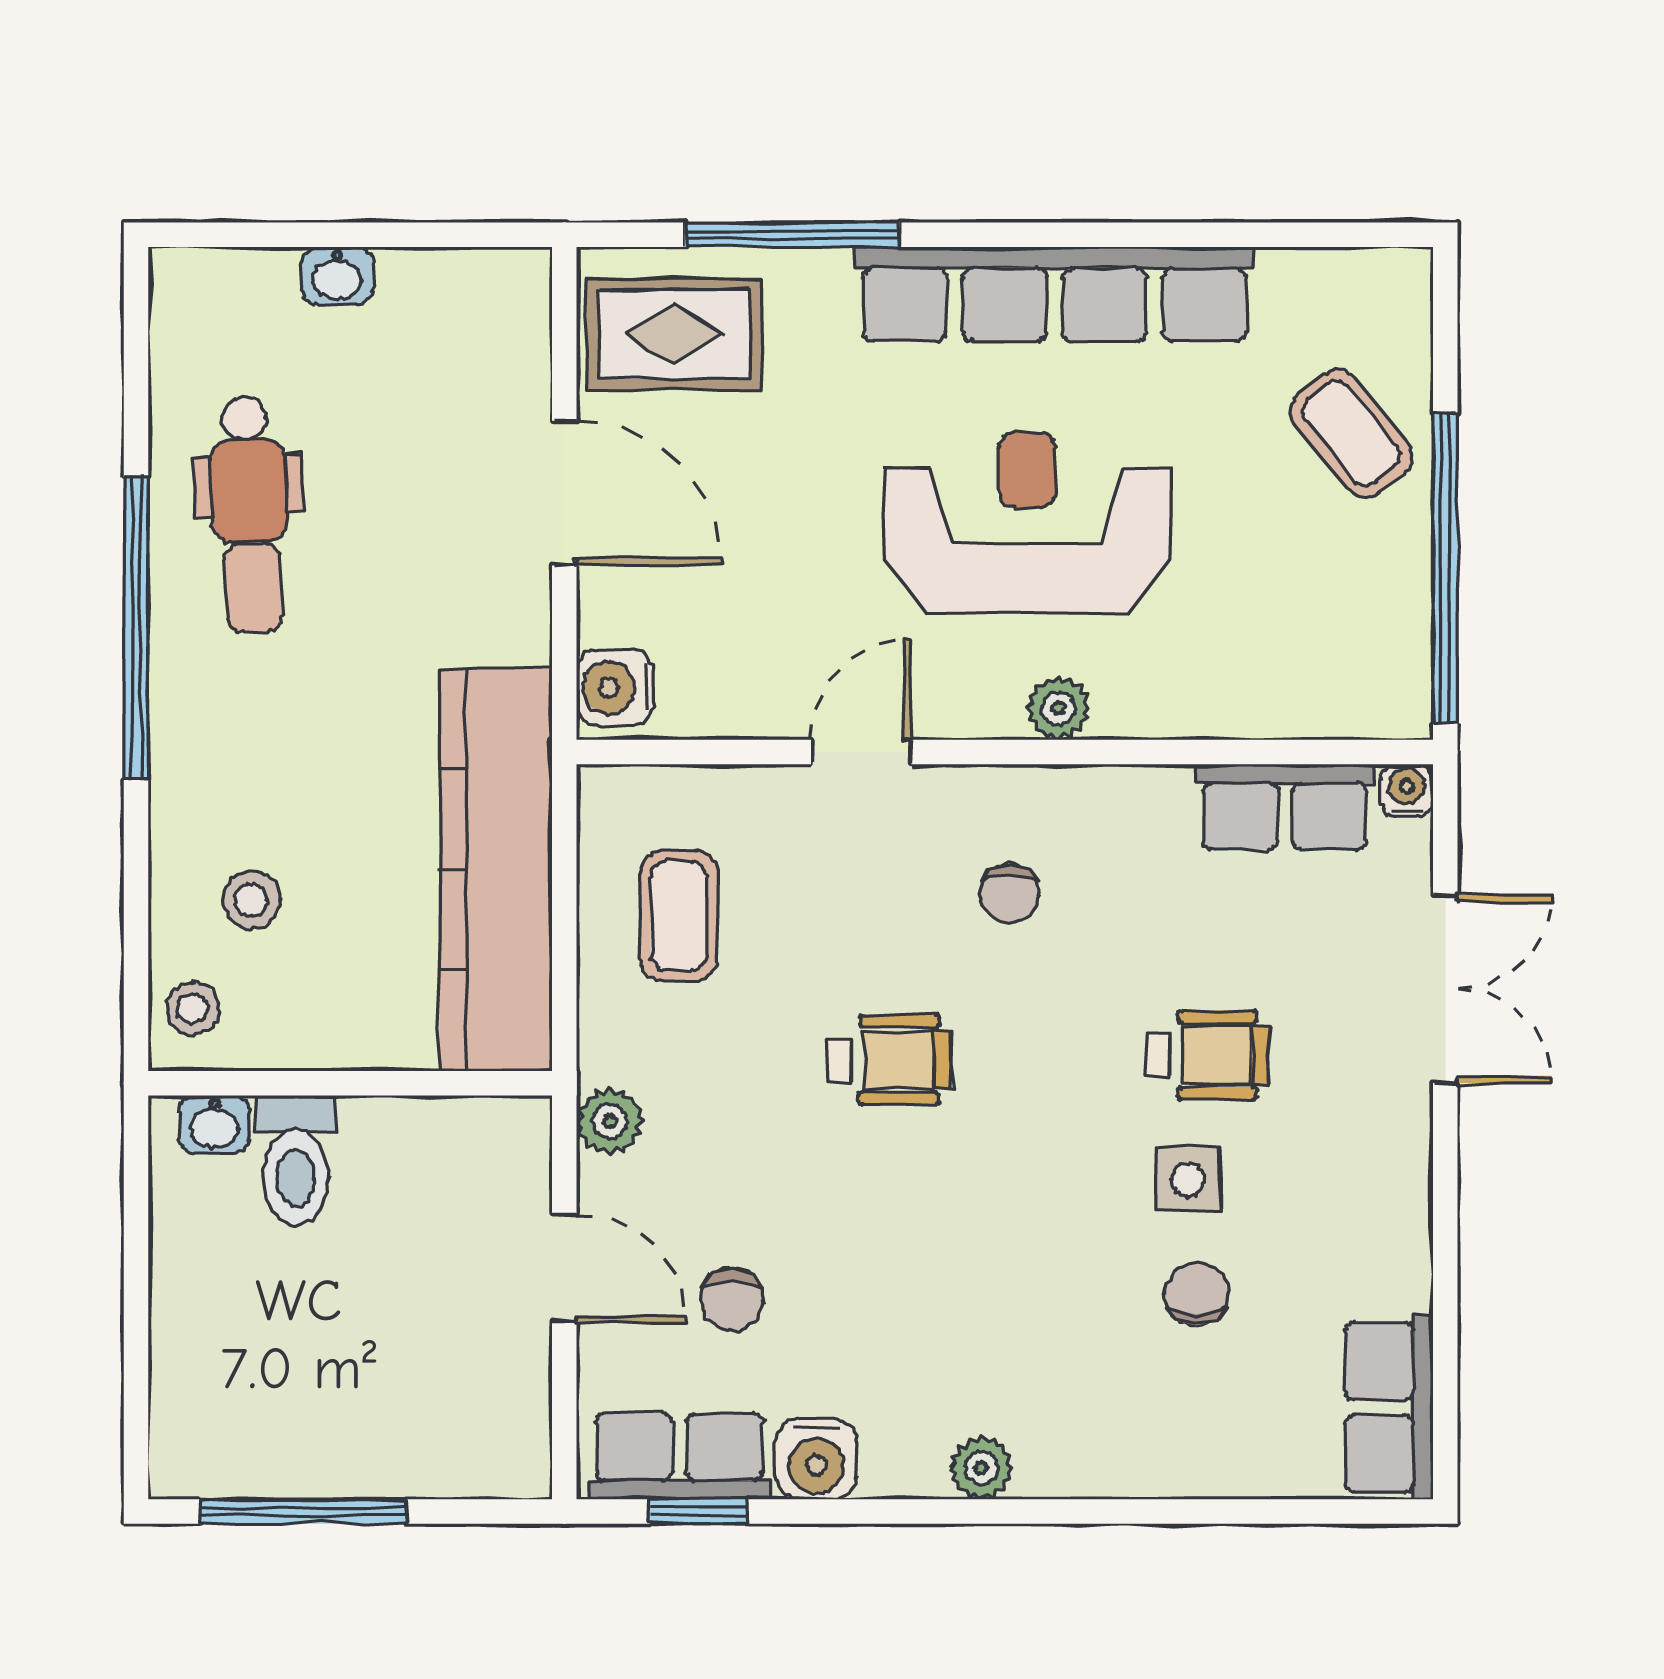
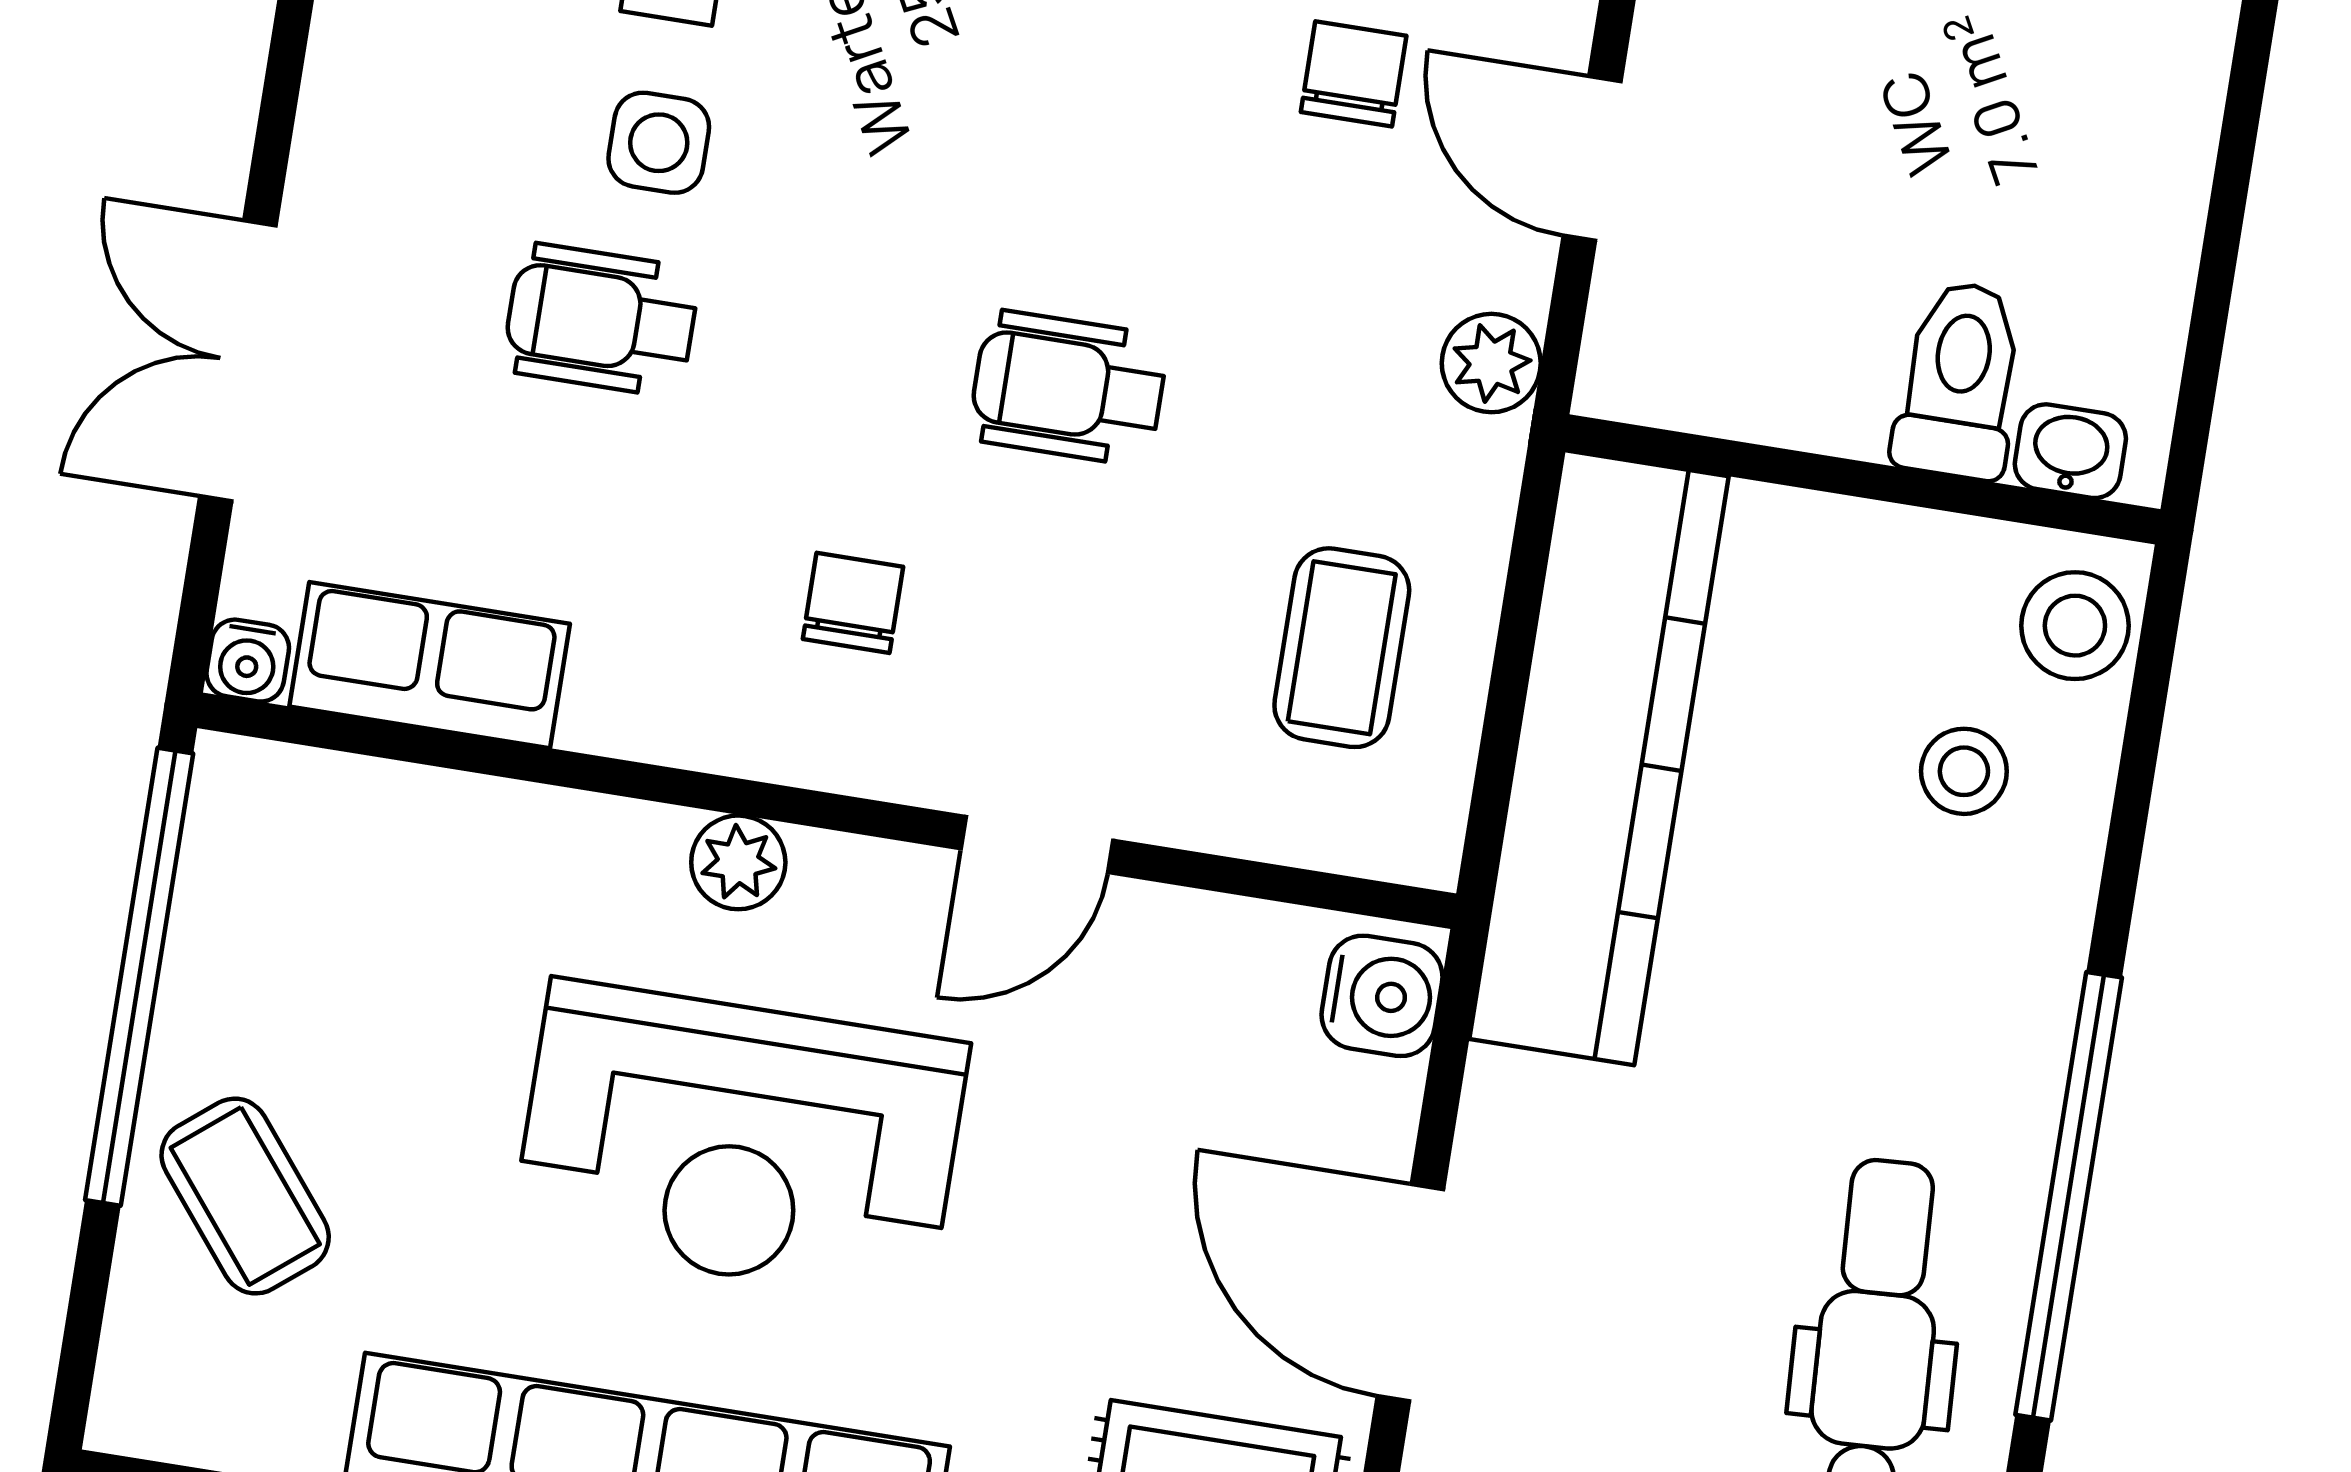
stool: (193, 1009) -> (2075, 626), width x1.37, depth x1.37

